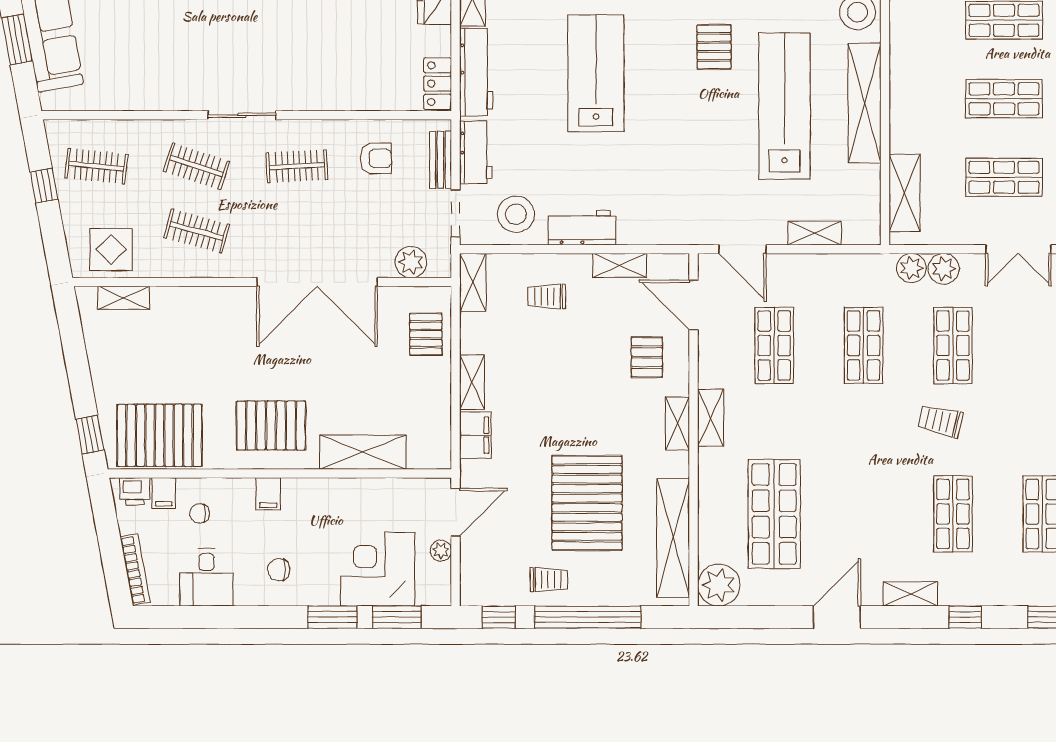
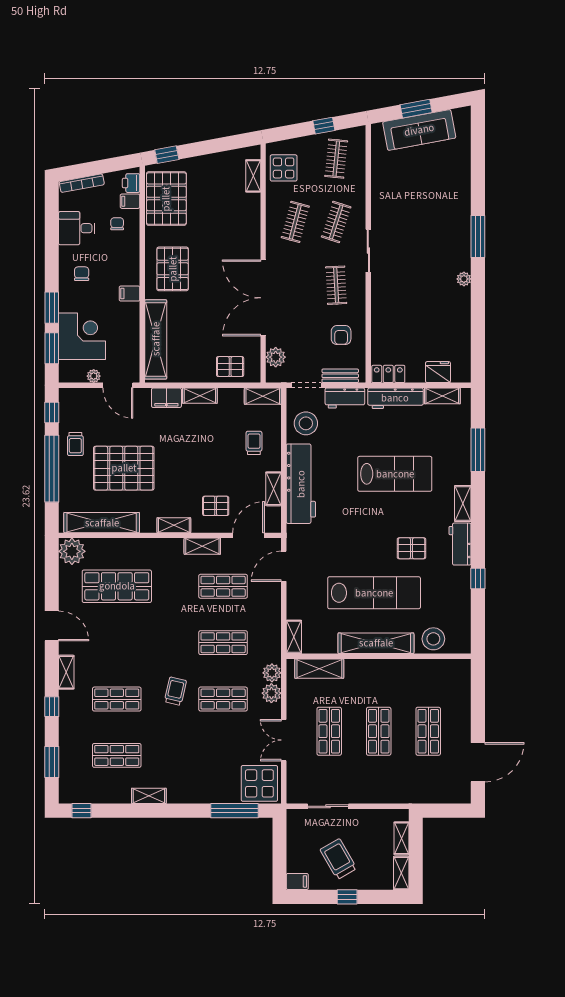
workbench: (582, 228) -> (301, 484), width x1.88, depth x1.32
shelving: (815, 233) -> (294, 637), moved
shelving: (711, 418) -> (202, 546), moved
shelving: (363, 452) -> (156, 339), width x1.47
filing cabinet: (268, 494) -> (129, 294), moved

